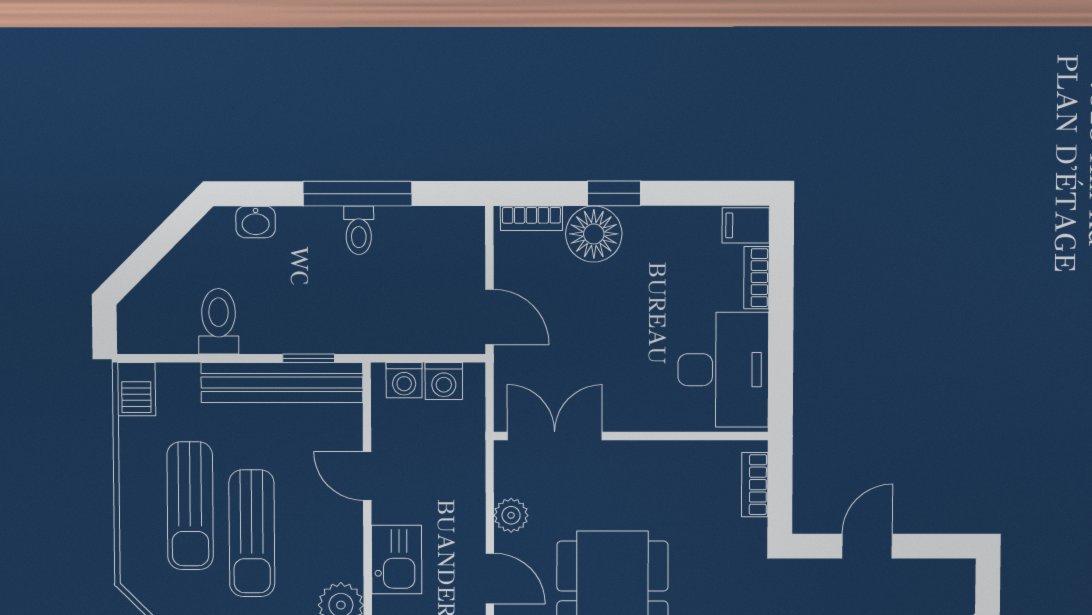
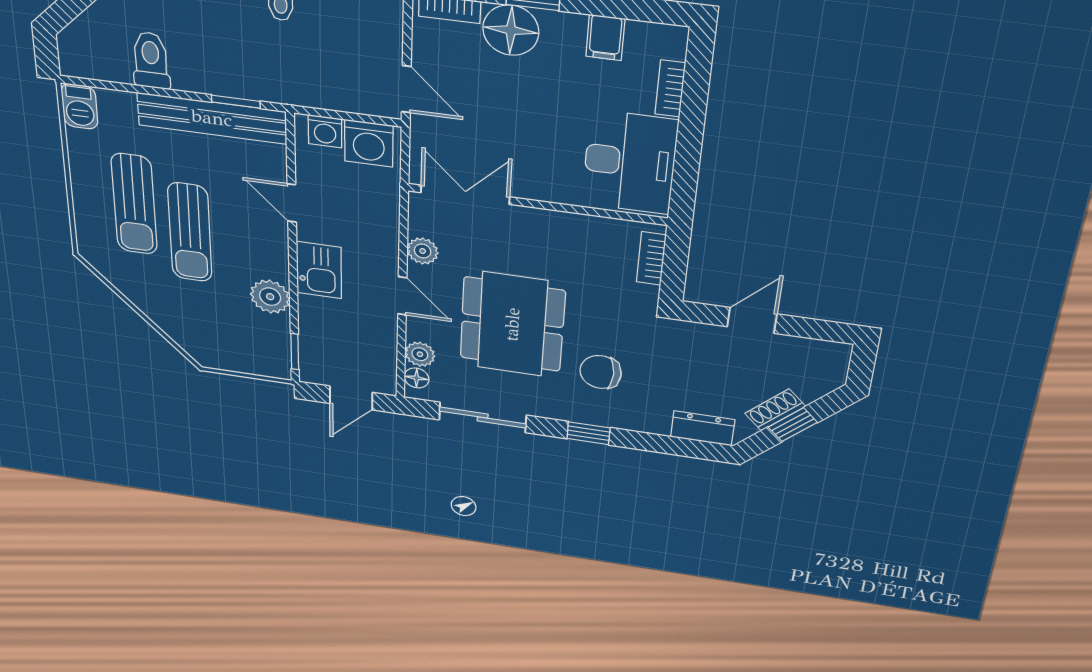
filing cabinet: (746, 225) -> (605, 38), moved, turned -90
washing machine: (444, 381) -> (369, 143), width x1.38, depth x1.38

